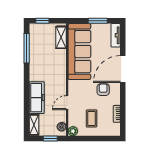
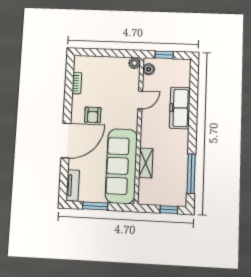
shelving: (61, 37) -> (146, 163), moved
coffee table: (92, 119) -> (110, 78), removed
shelving: (34, 125) -> (184, 73), removed

